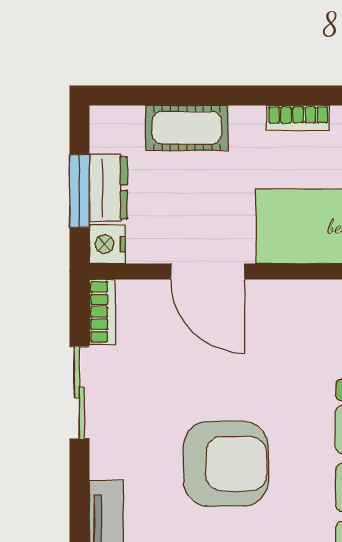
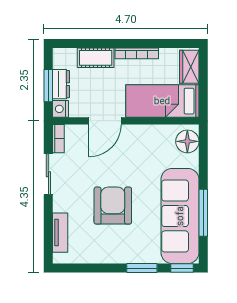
bookcase: (298, 118) -> (137, 53), width x1.56
door: (208, 272) -> (105, 121), hinge flipped
armchair: (226, 464) -> (113, 206), turned -90

